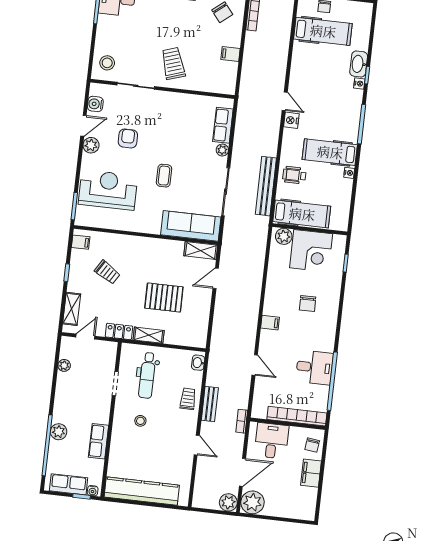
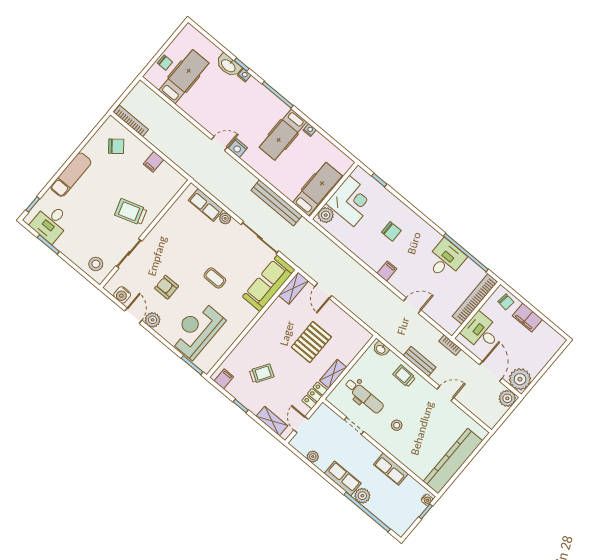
wheelchair: (294, 175) -> (283, 175), removed
row of seats: (69, 484) -> (343, 478), moved, turned 90

